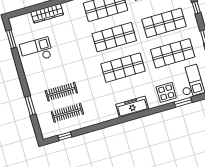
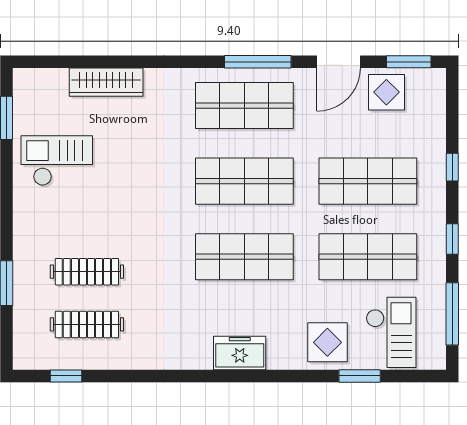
freezer: (132, 107) -> (240, 353), width x0.71

